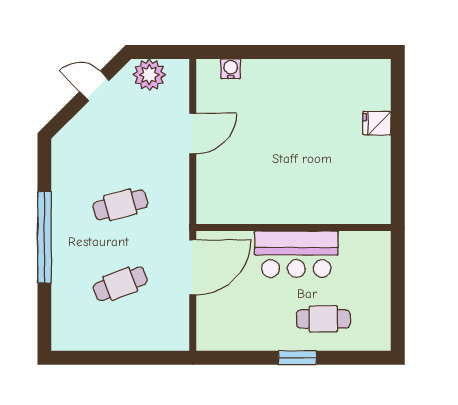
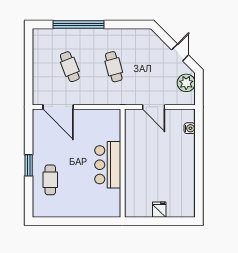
wall: (294, 228) -> (123, 163), moved
window: (44, 237) -> (79, 24), moved
bar counter: (296, 254) -> (108, 165), moved
door: (193, 267) -> (58, 107), moved

